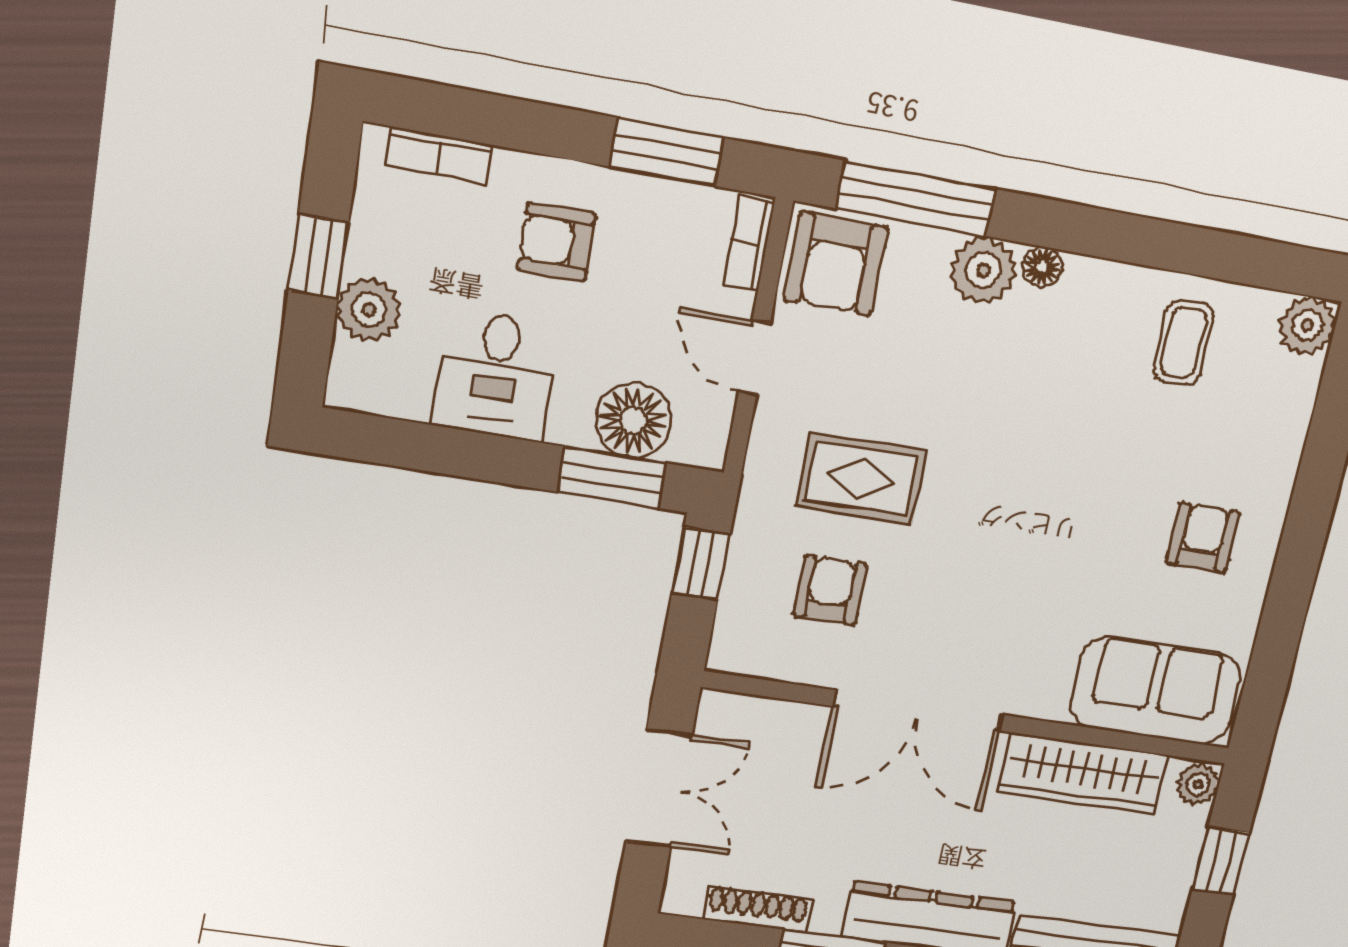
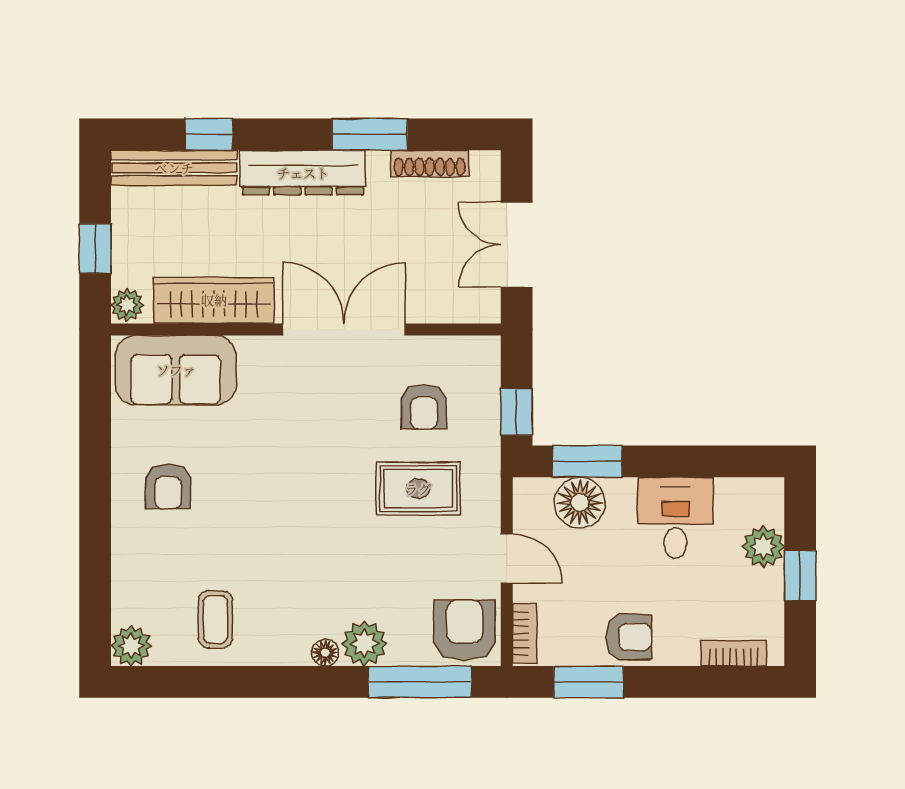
armchair: (557, 242) -> (629, 637), moved

